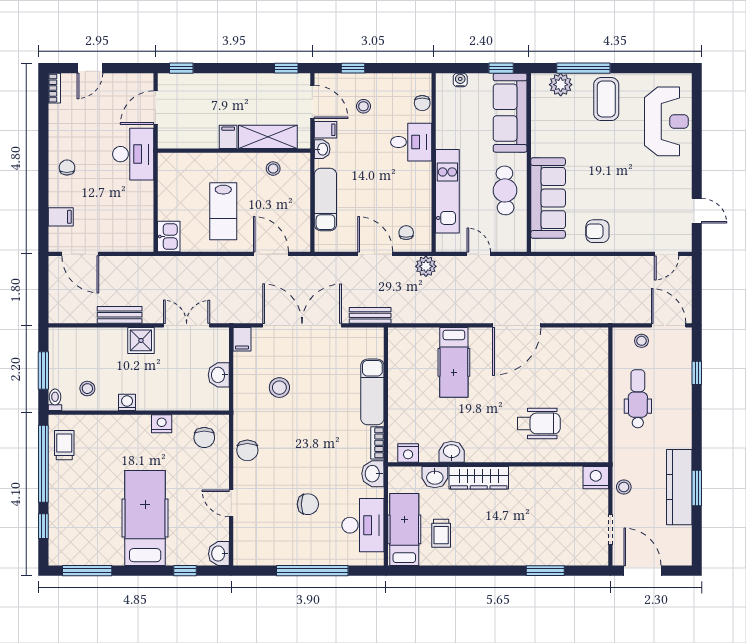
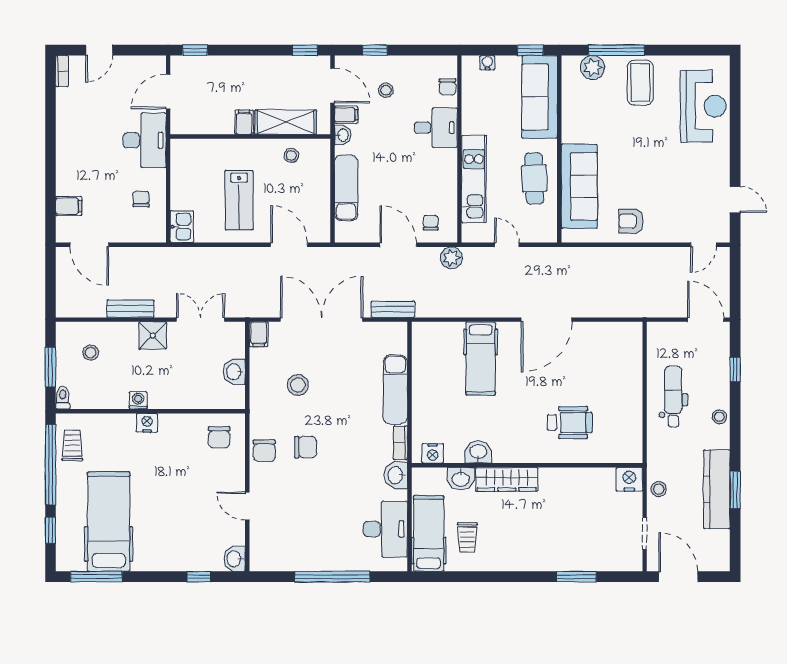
chair: (67, 167) -> (141, 199), moved
stool: (641, 341) -> (719, 417), moved
stool: (87, 389) -> (90, 353), moved
nightstand: (162, 424) -> (147, 423), moved
chair: (308, 504) -> (306, 447), moved
hospital bed: (145, 518) -> (109, 522), moved

